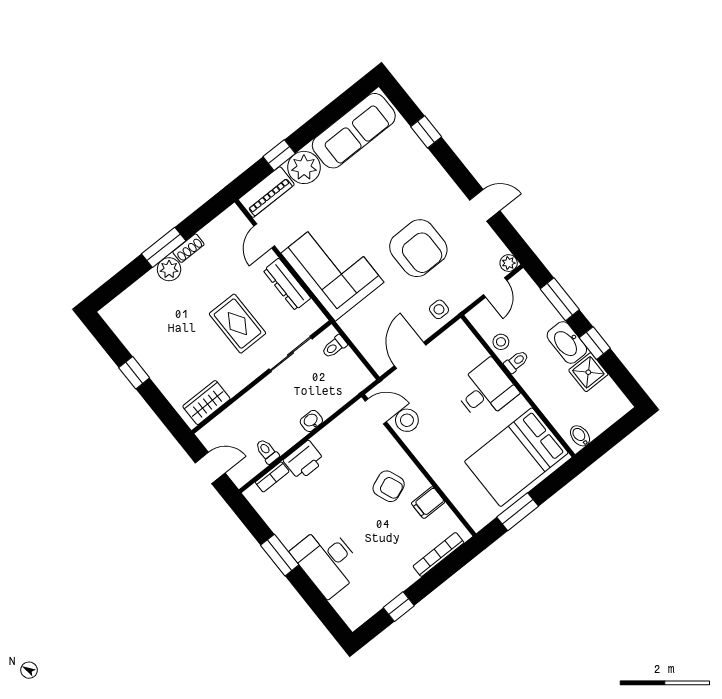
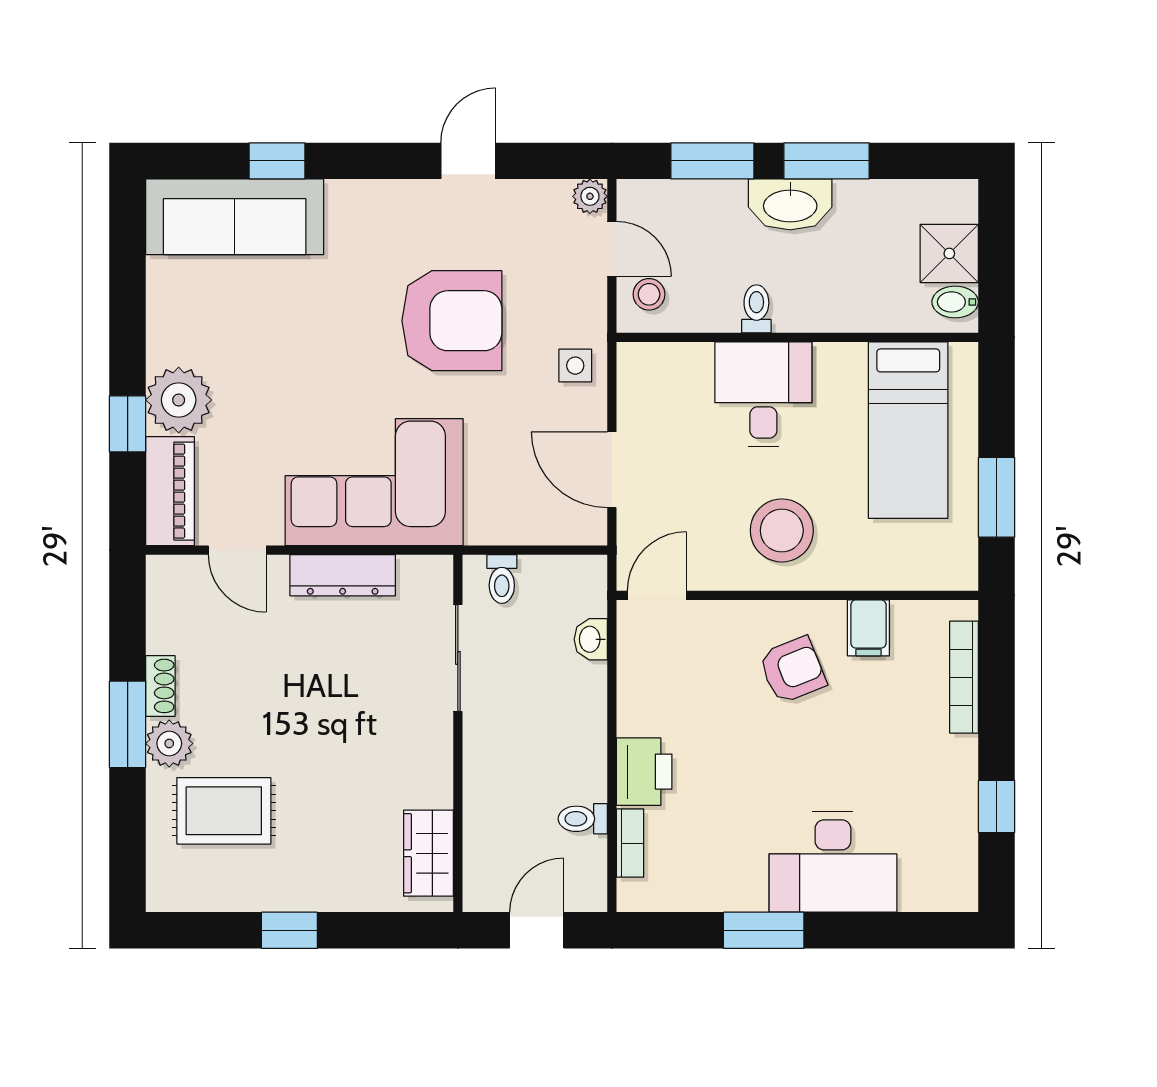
sofa: (354, 131) -> (235, 217), moved, turned 90
rug: (237, 324) -> (224, 811), moved
stool: (501, 342) -> (649, 294), moved
window: (595, 343) -> (827, 161), width x1.50
shower: (588, 372) -> (949, 253), moved
stool: (407, 420) -> (782, 530), moved, width x1.38, depth x1.38
washbasin: (311, 421) -> (591, 639), moved
bed: (516, 457) -> (908, 430), width x0.67

